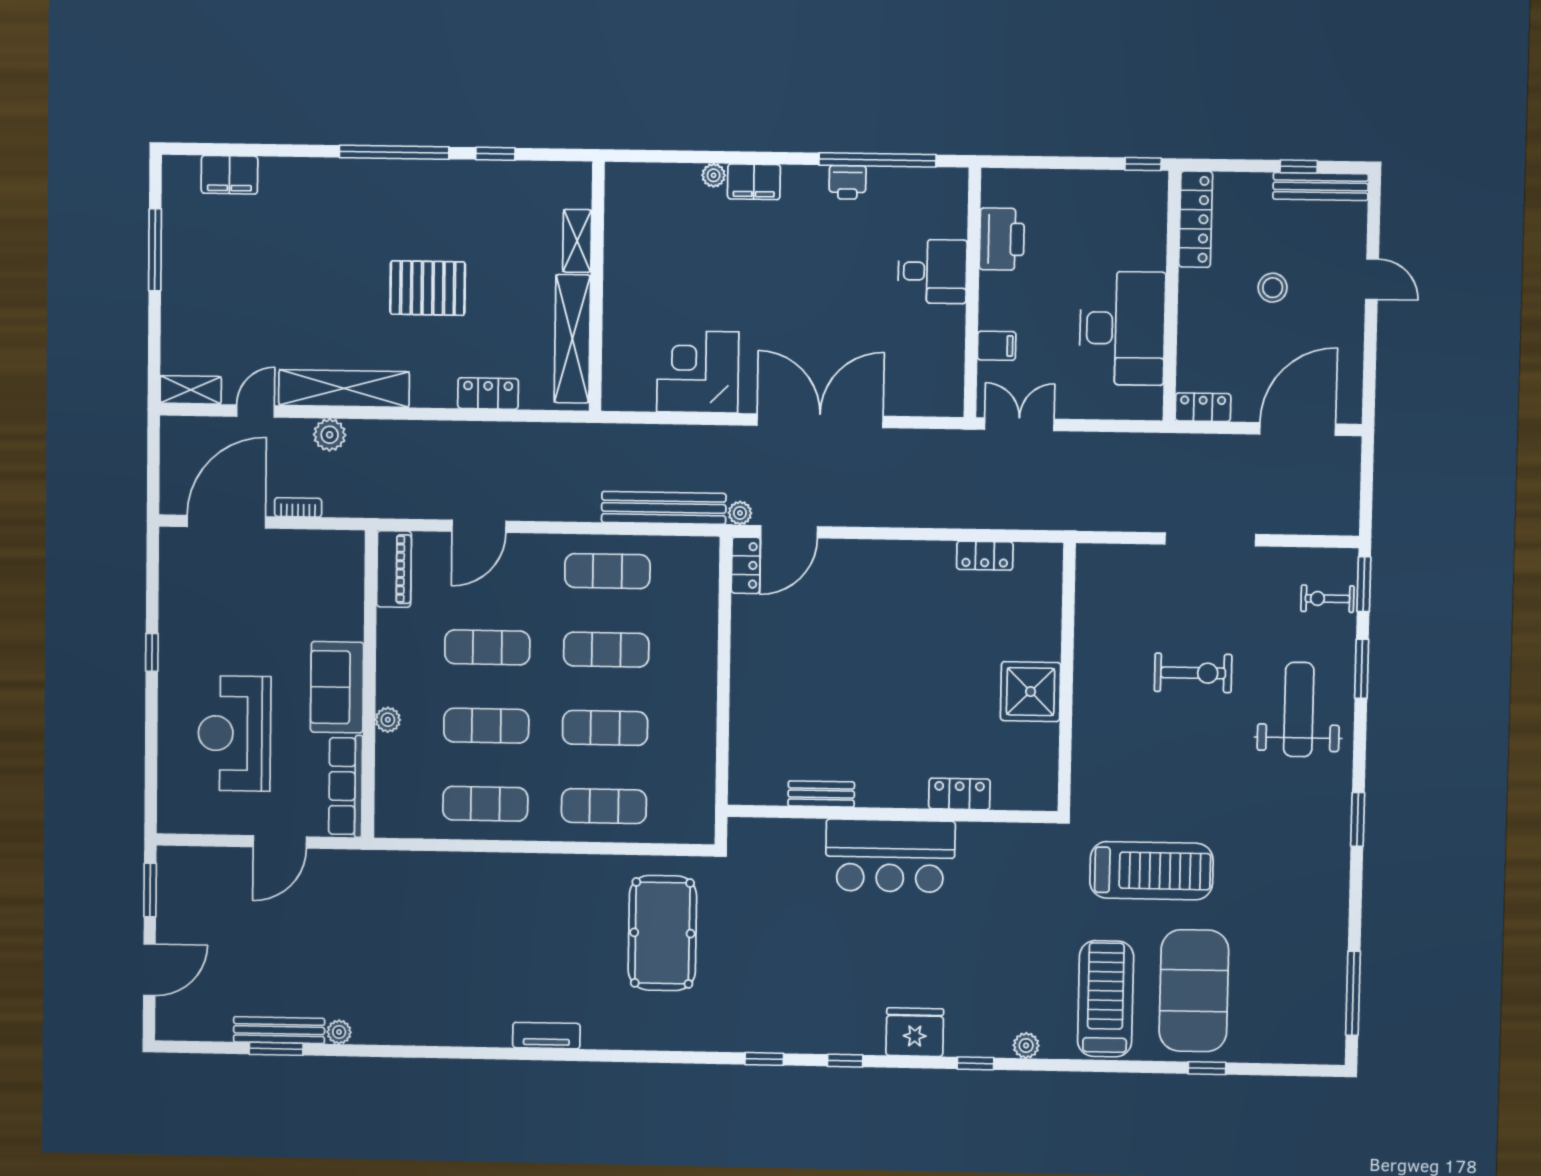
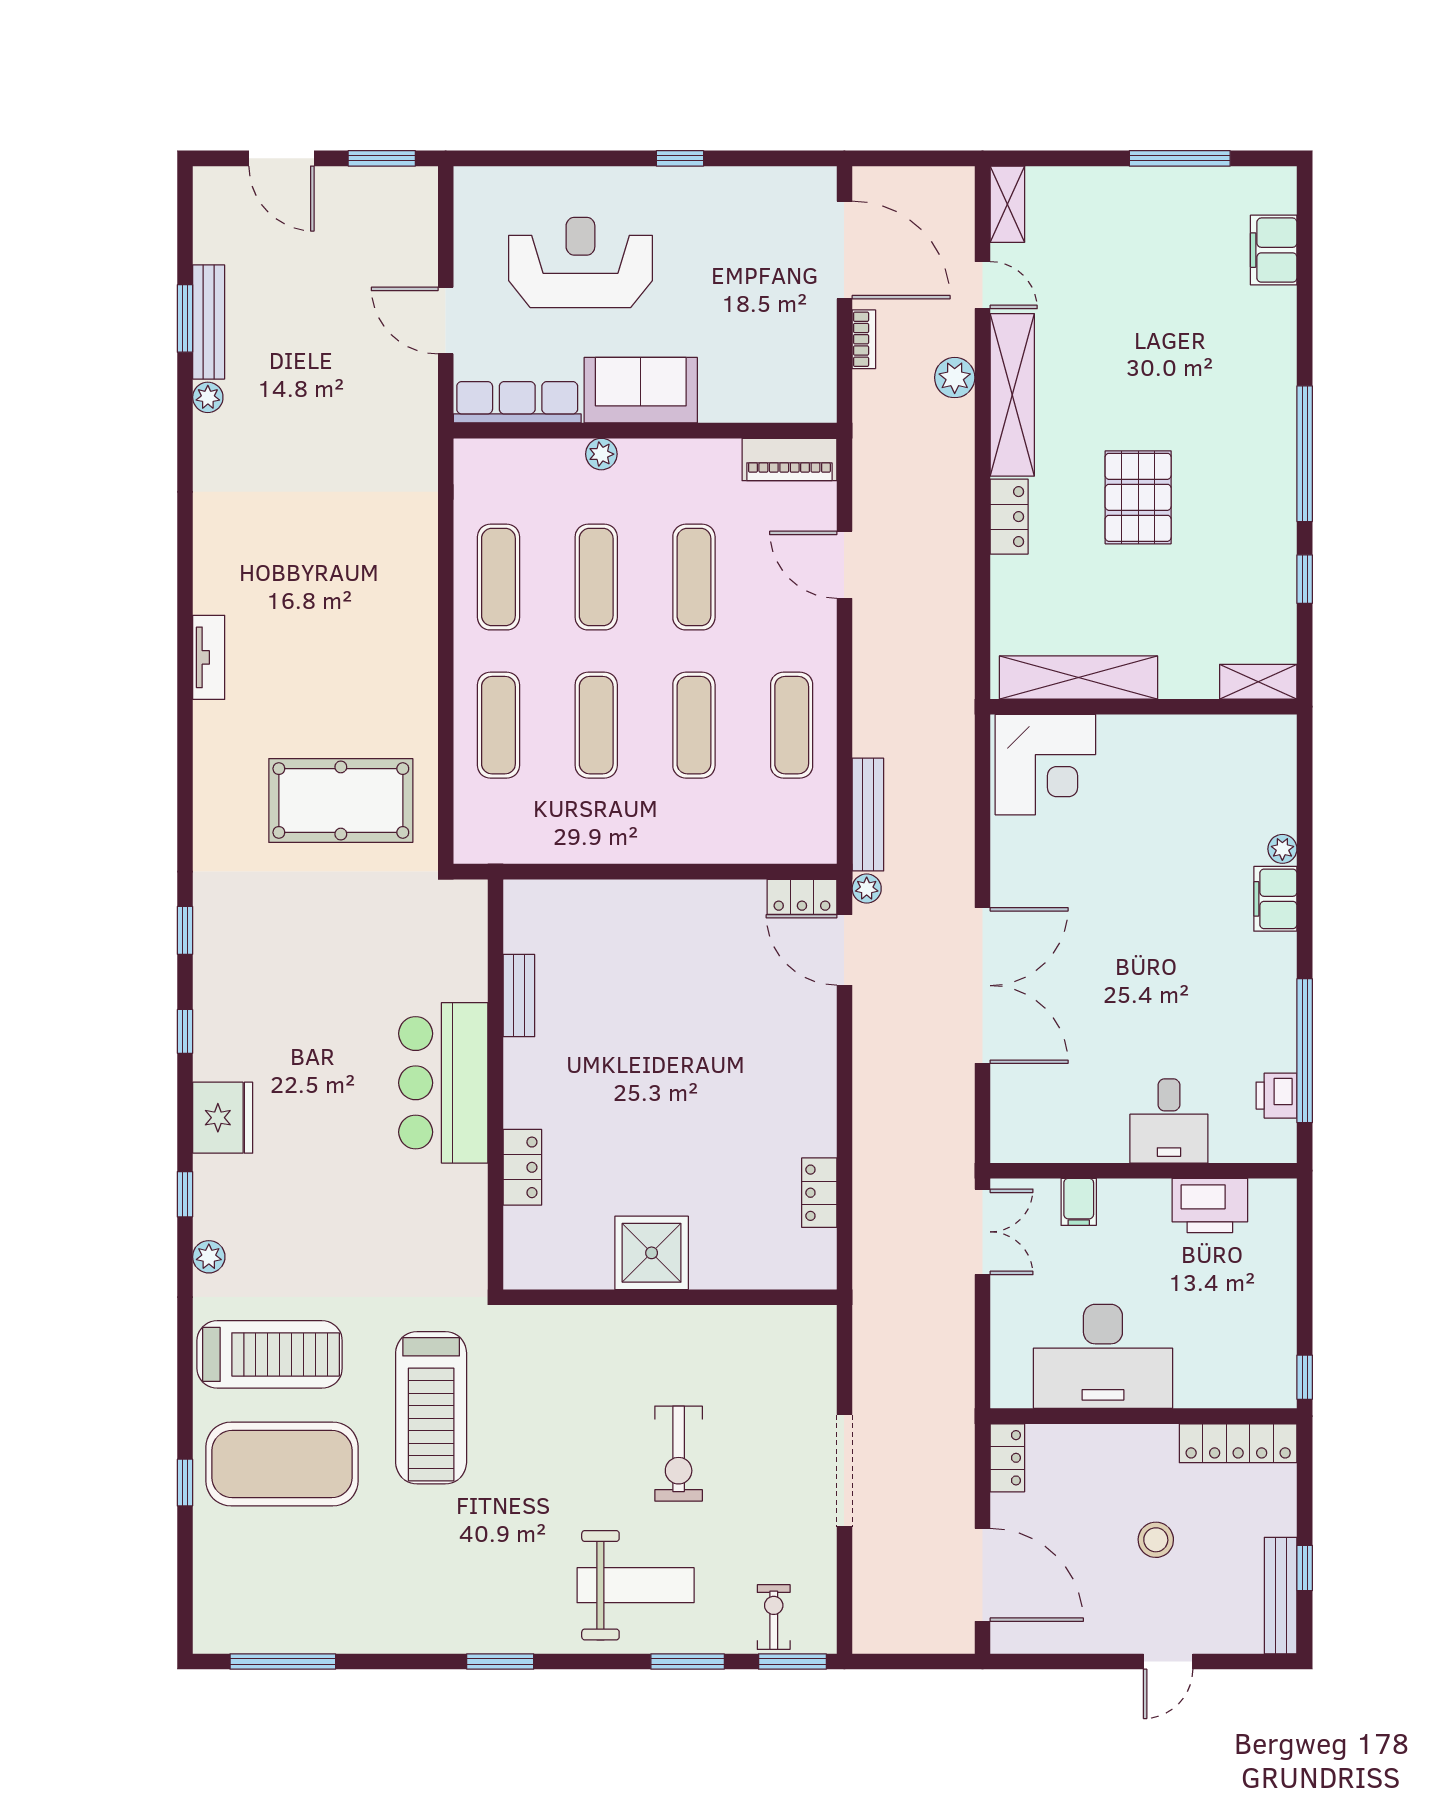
printer: (848, 182) -> (1276, 1096), moved
shelving: (577, 241) -> (1258, 682), moved
corner desk: (698, 372) -> (1045, 765), moved, turned 90
locker: (488, 394) -> (1009, 517), moved
bench: (664, 508) -> (868, 815), width x0.73, depth x0.82

